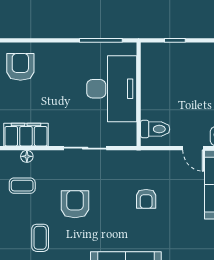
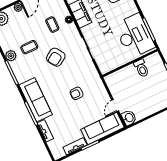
desk: (112, 89) -> (134, 36), moved, turned -90
toilet: (155, 129) -> (142, 68), moved
armchair: (75, 204) -> (56, 57), turned 147

